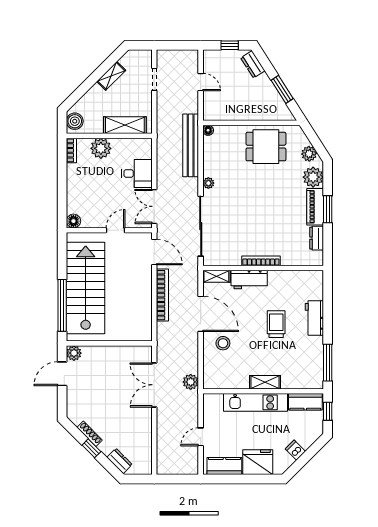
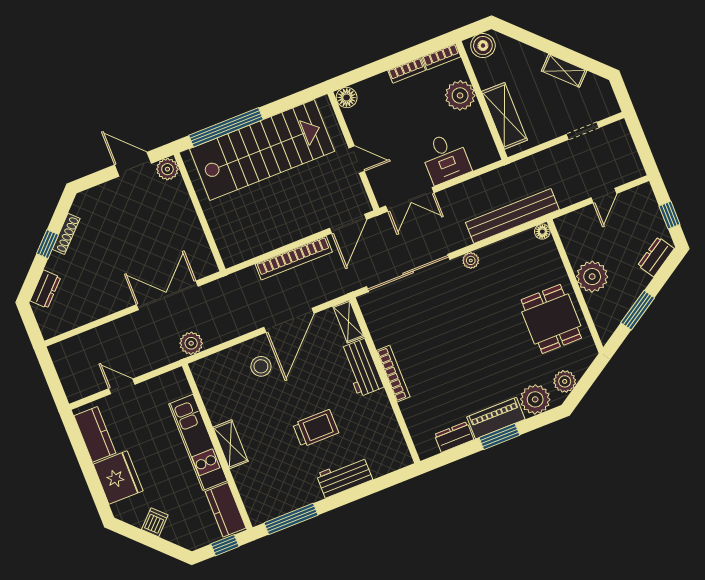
plant: (249, 110) -> (592, 277), added
bookcase: (71, 176) -> (407, 70), added
double door: (154, 206) -> (410, 199), swing flipped

